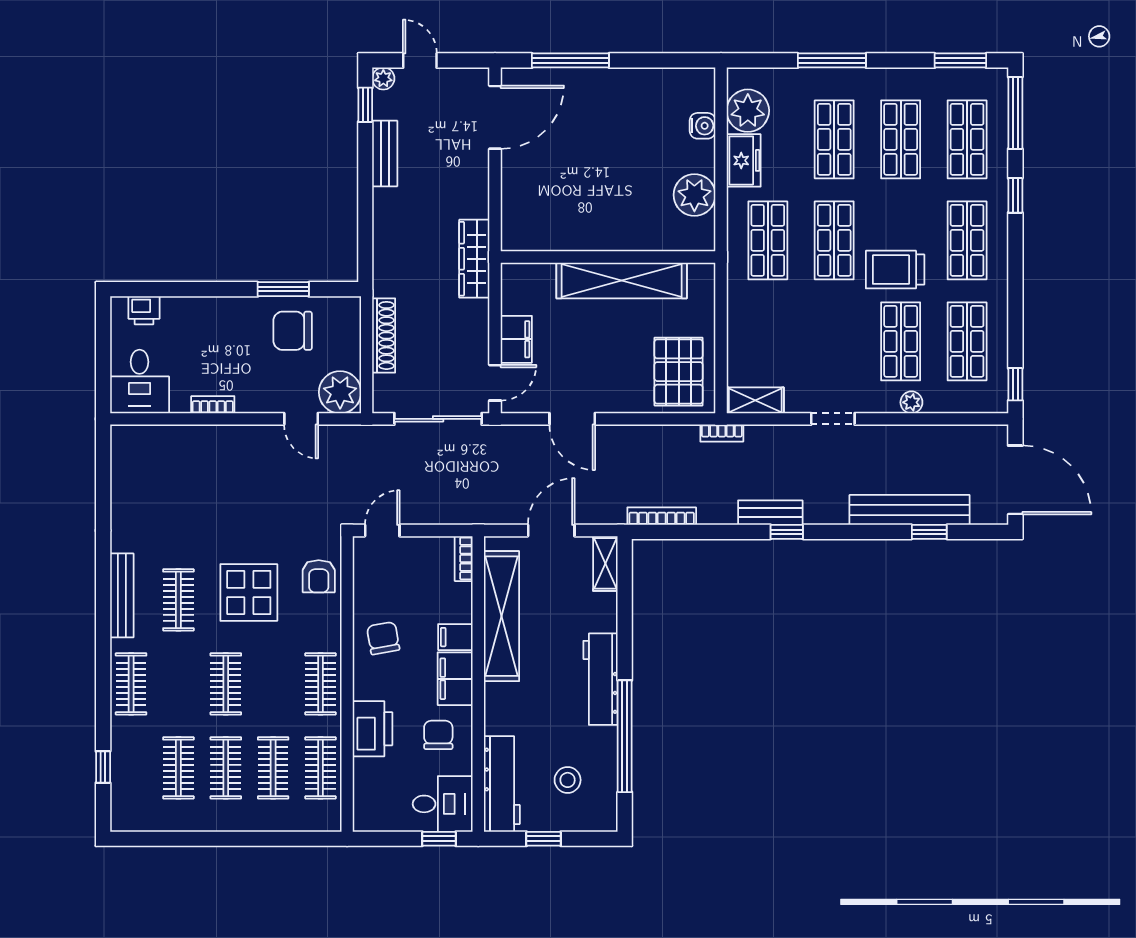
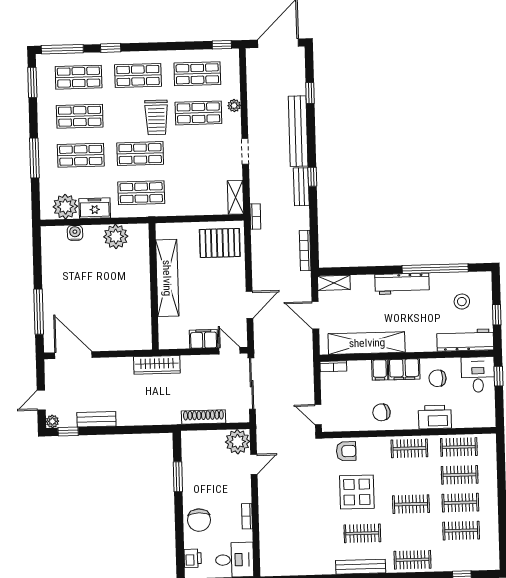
chair: (293, 331) -> (199, 520), moved
bench: (910, 510) -> (298, 131), moved

